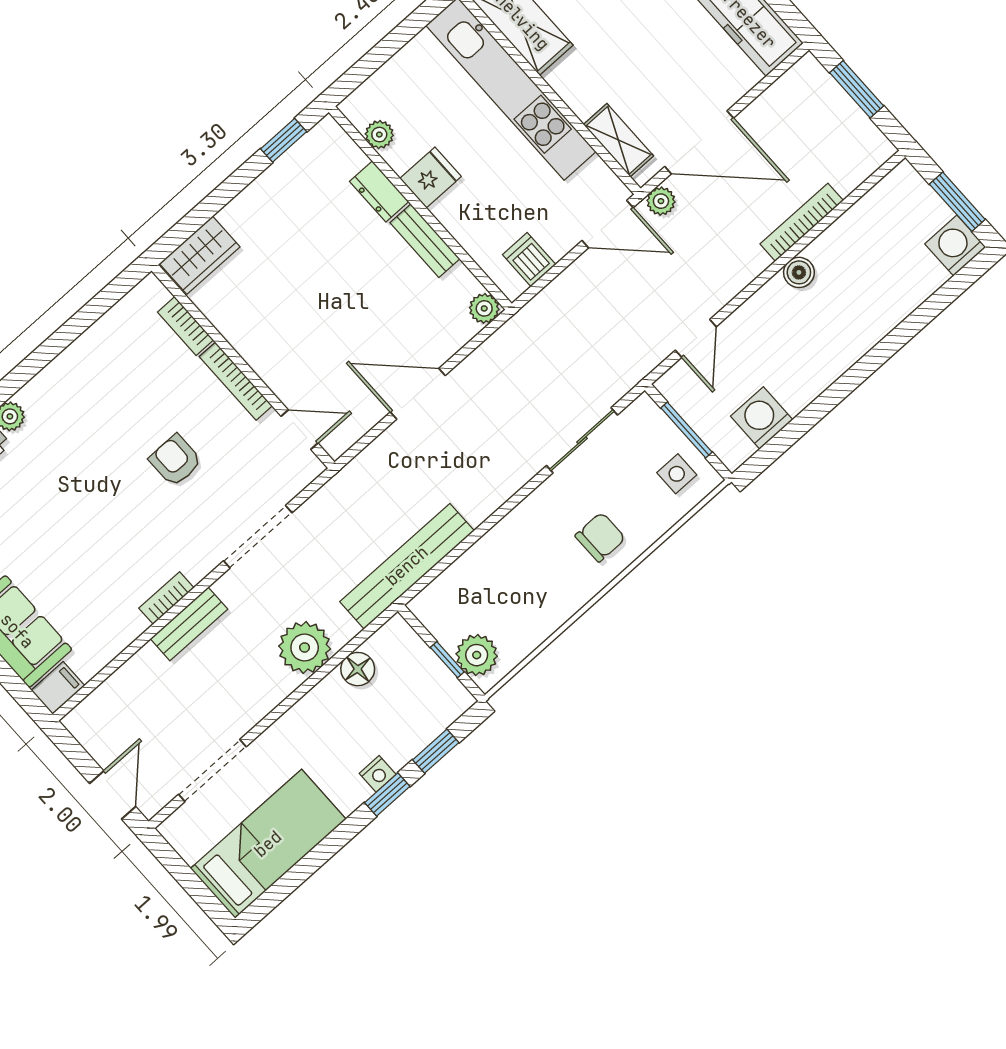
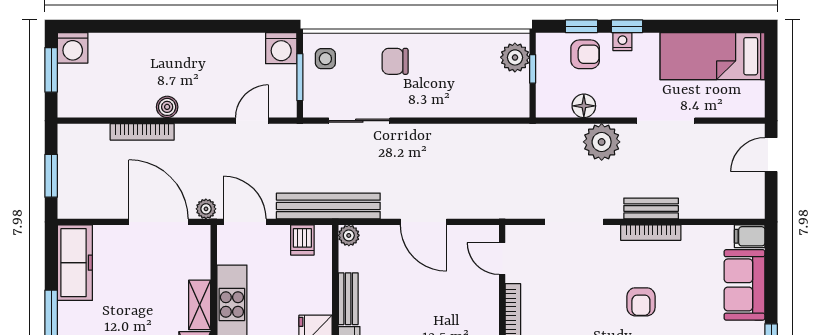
shelving: (619, 140) -> (200, 305), moved
washing machine: (762, 418) -> (281, 48), moved
armchair: (175, 460) -> (641, 302), moved
bench: (407, 566) -> (328, 206), moved
bookcase: (166, 598) -> (651, 233), width x1.56
armchair: (405, 725) -> (585, 54), added
doorway: (212, 771) -> (666, 121), moved

